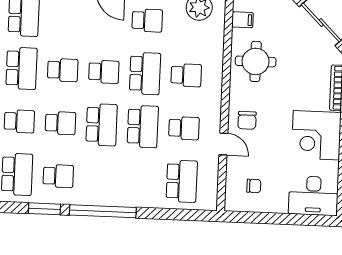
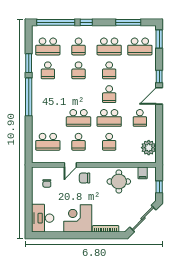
school desk: (102, 125) -> (79, 94), removed

